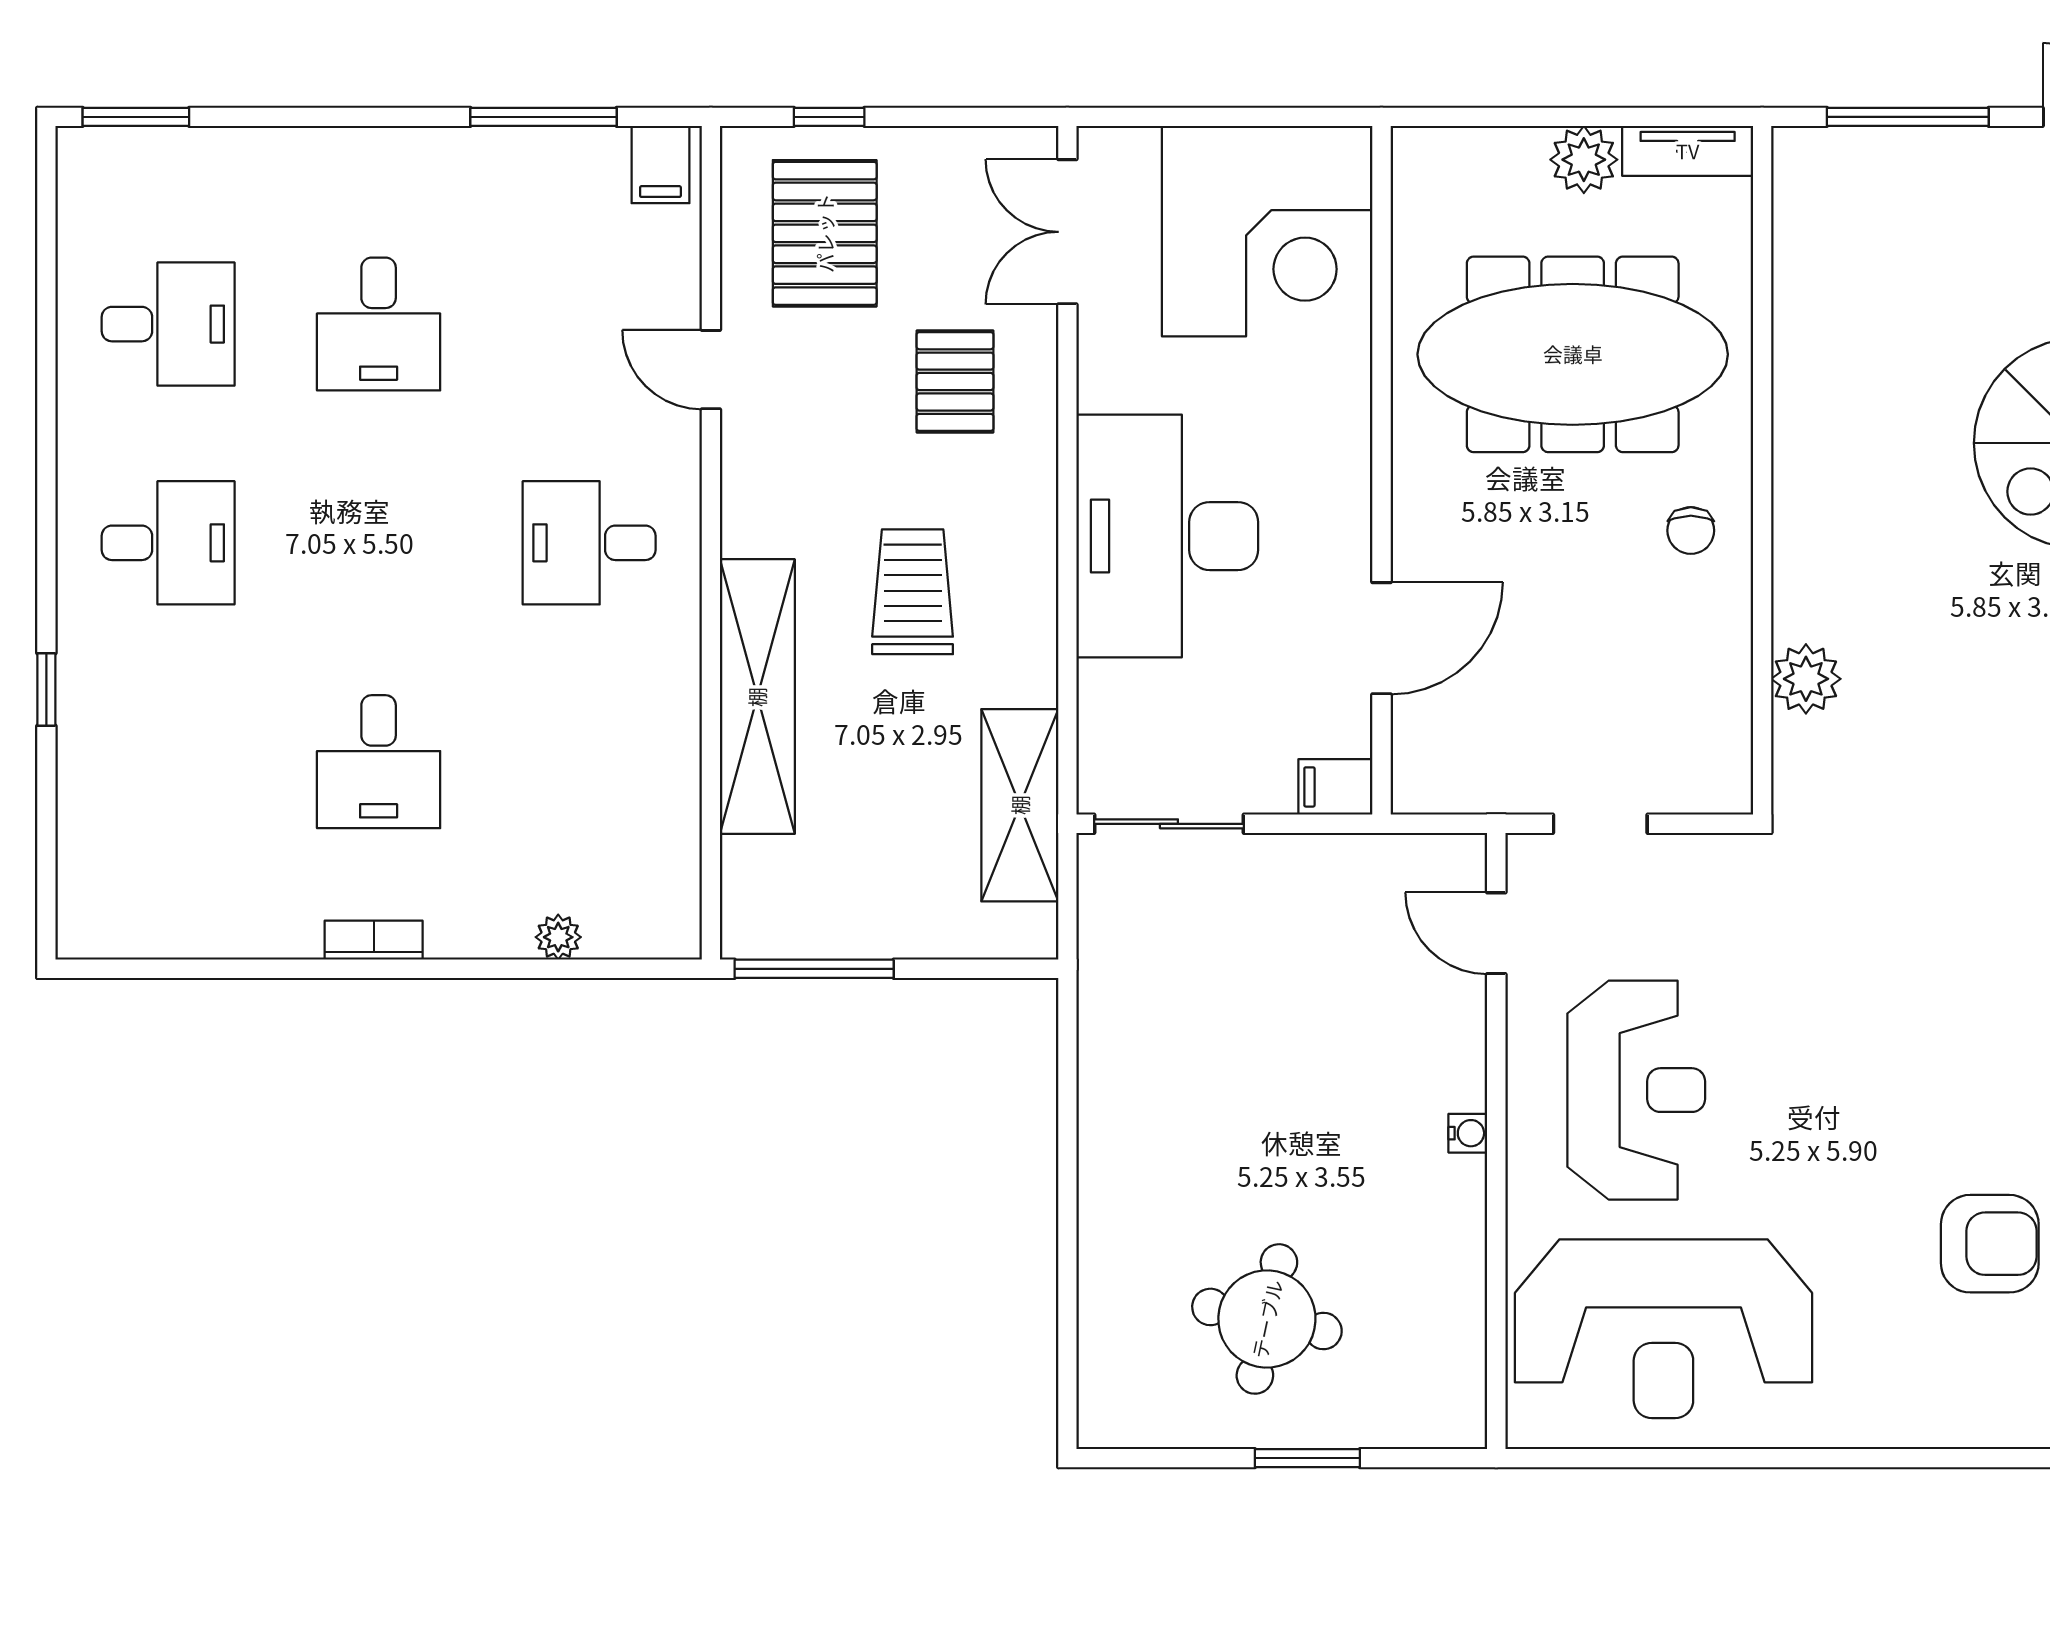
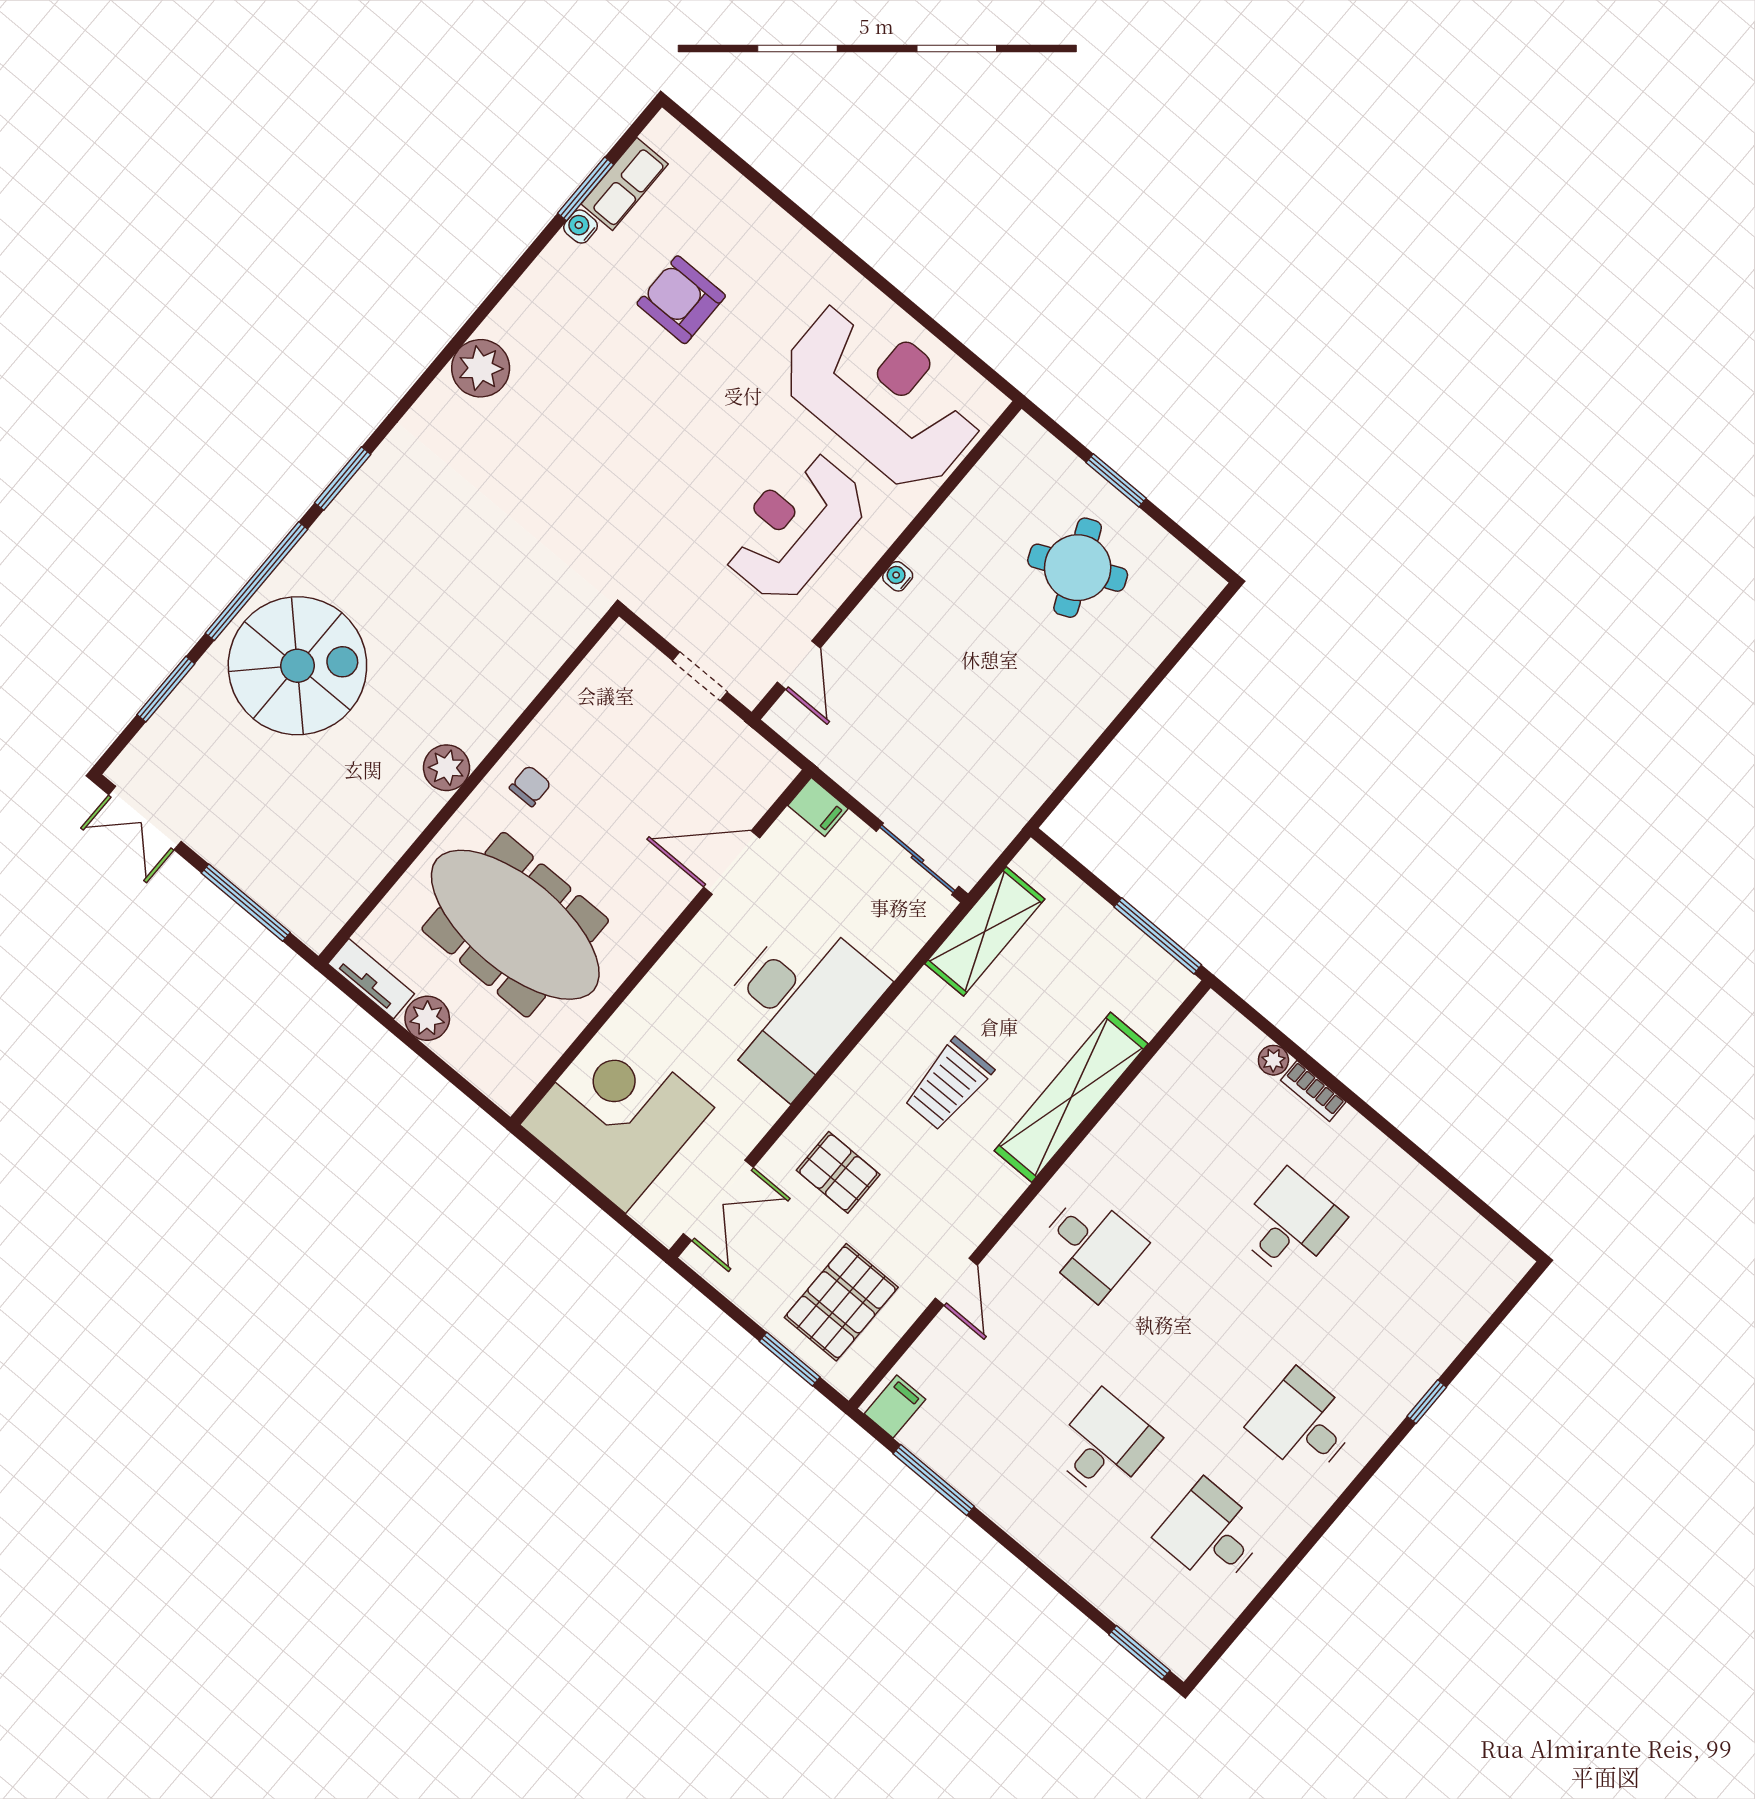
window: (829, 117) -> (790, 1359), width x1.50
pallet: (955, 382) -> (838, 1172), turned 90
plant: (1806, 679) -> (447, 768), moved
bookcase: (374, 940) -> (1313, 1091), moved
round table: (1267, 1319) -> (1078, 568), turned -36

